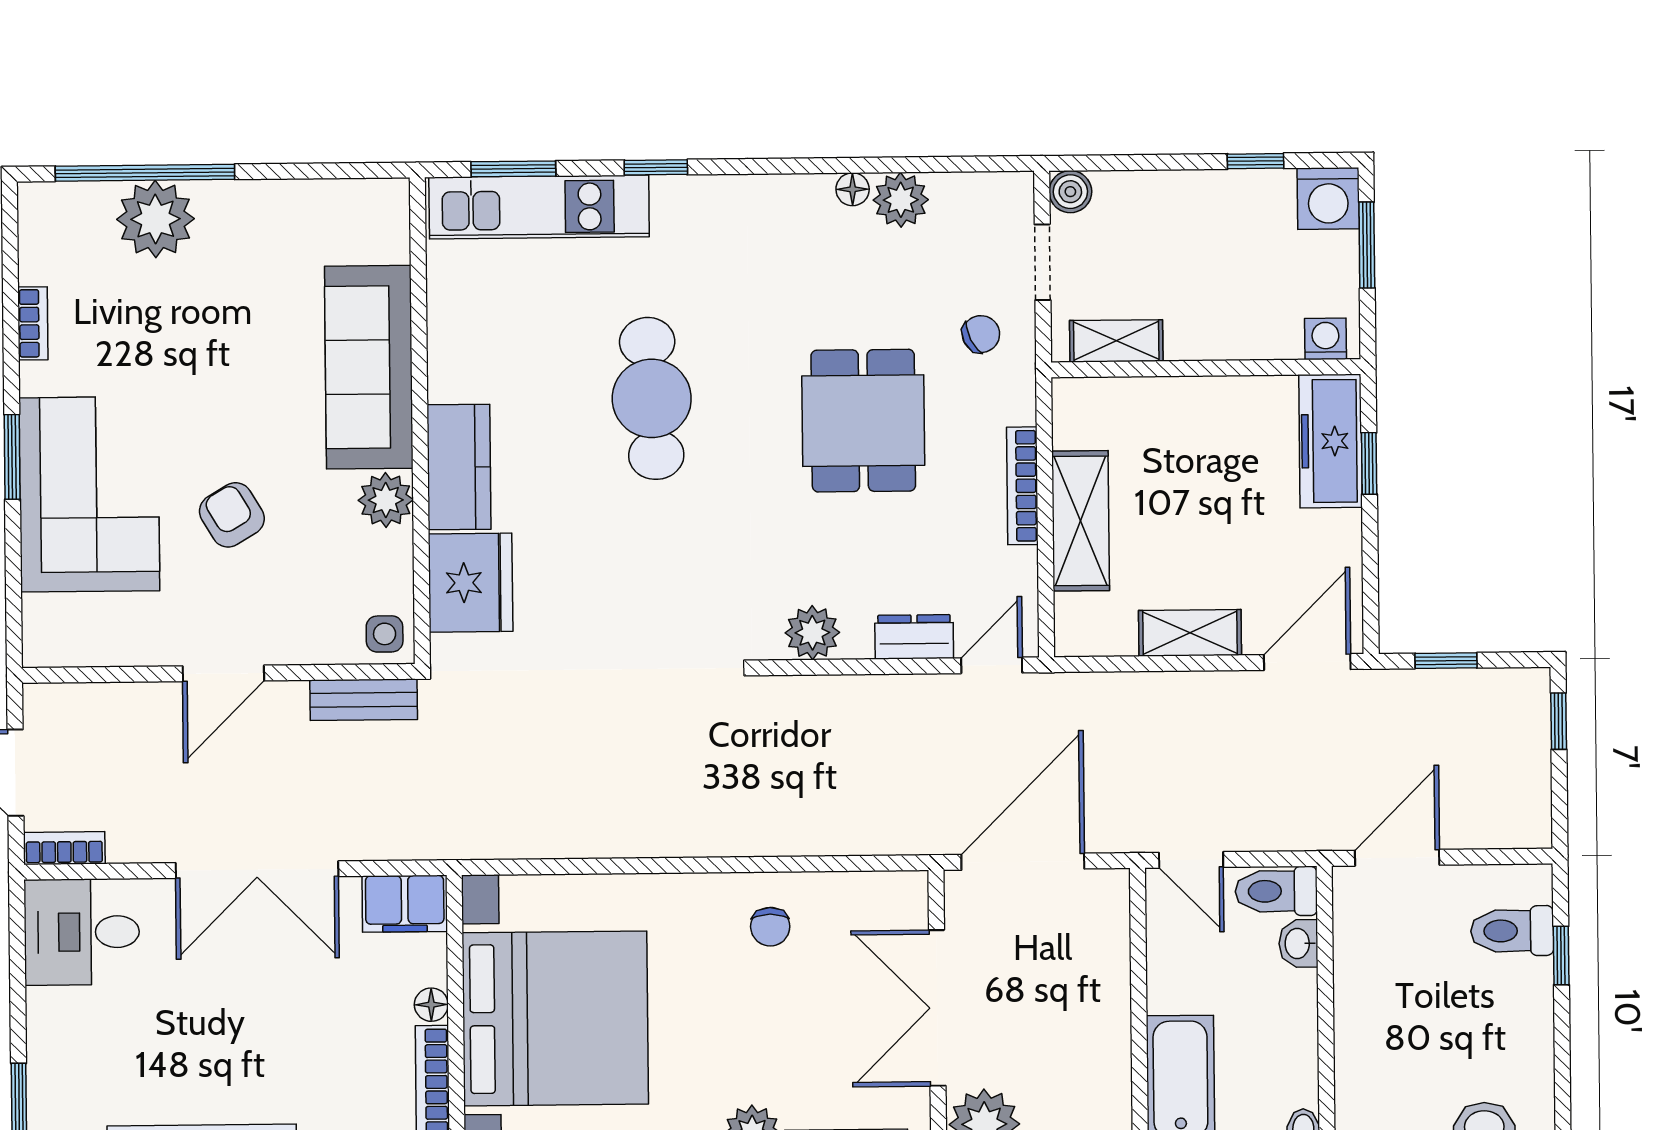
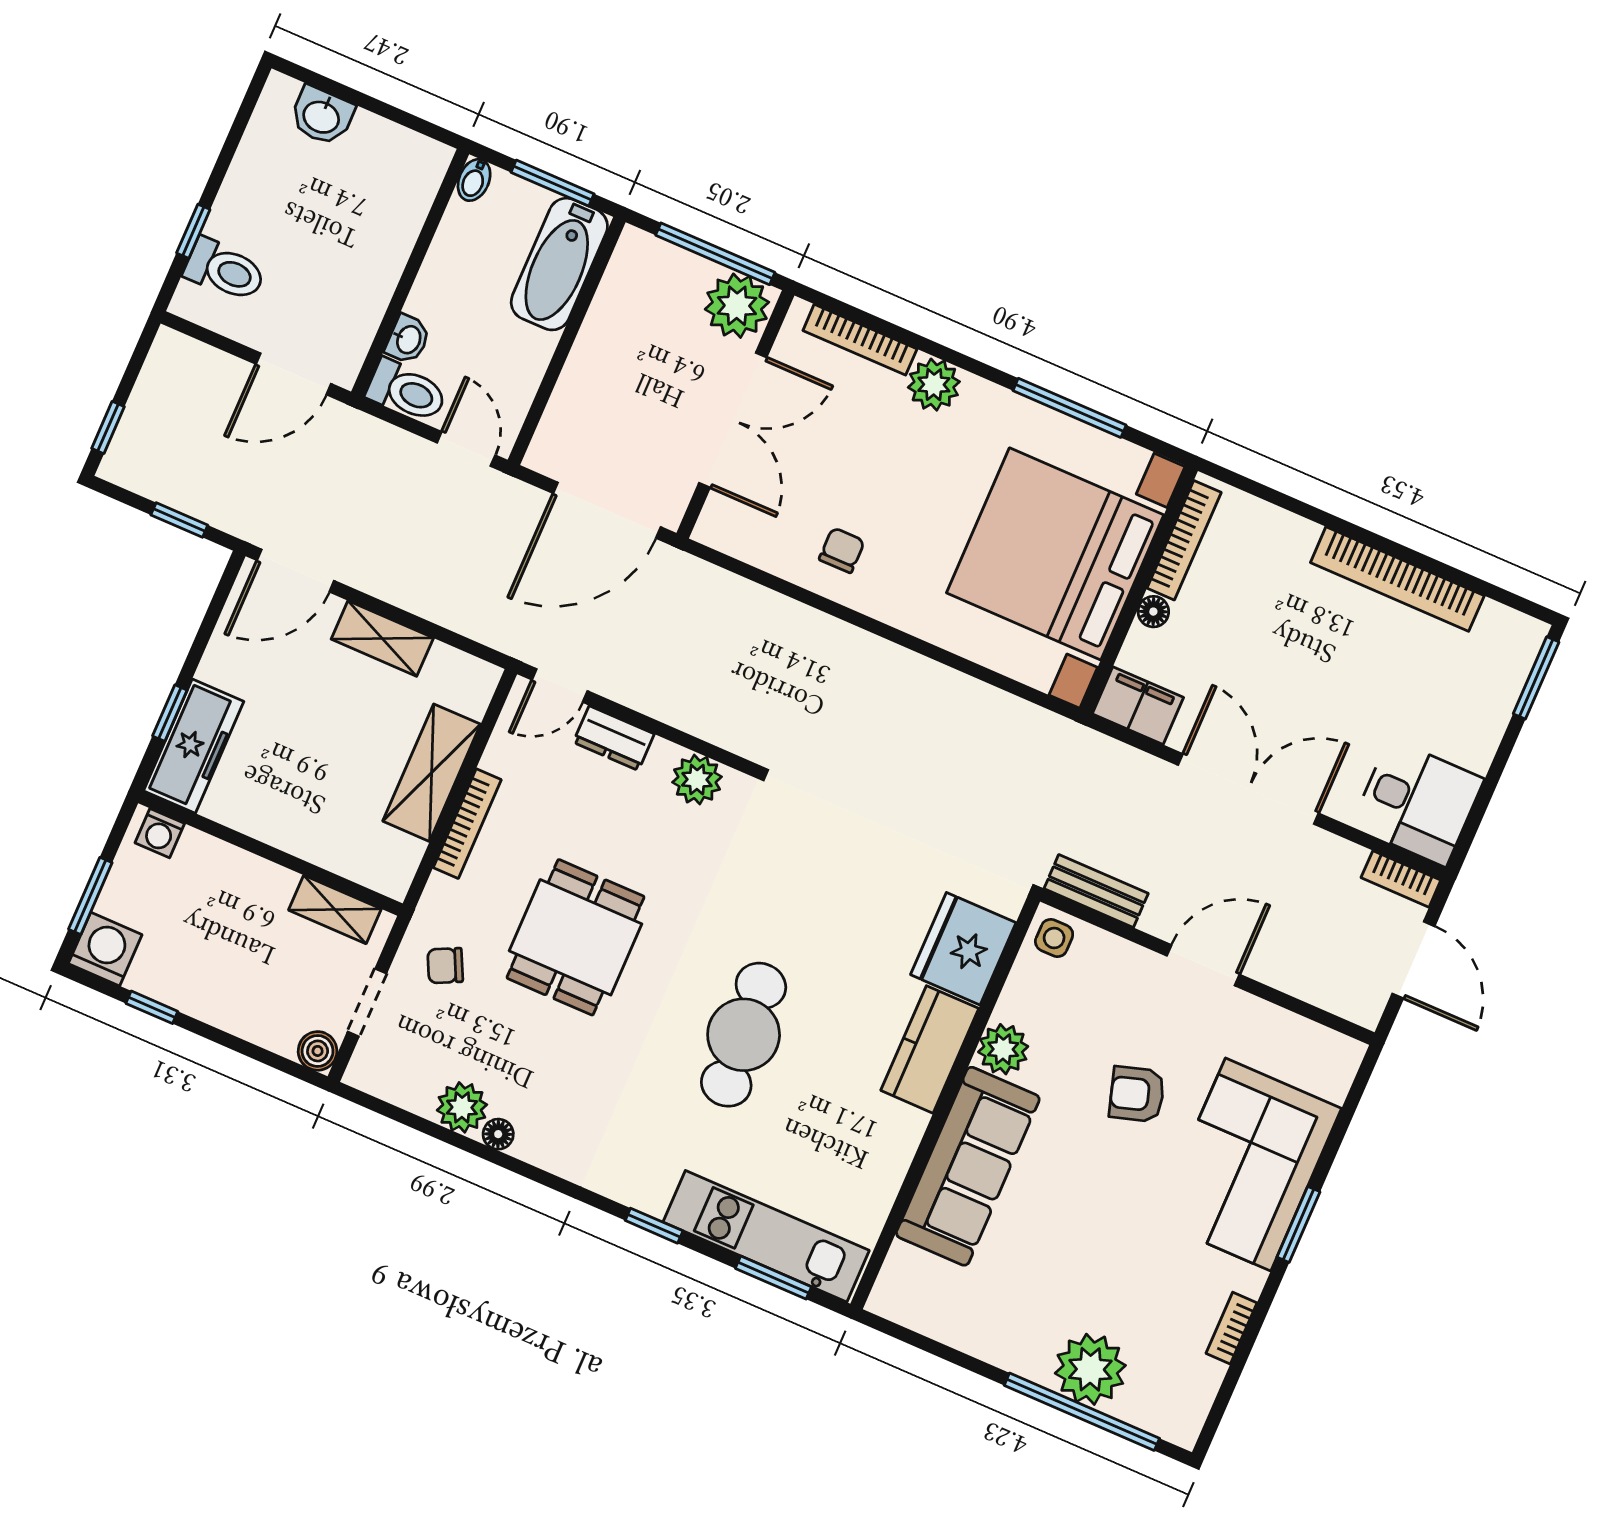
armchair: (232, 515) -> (1137, 1094), turned 104

